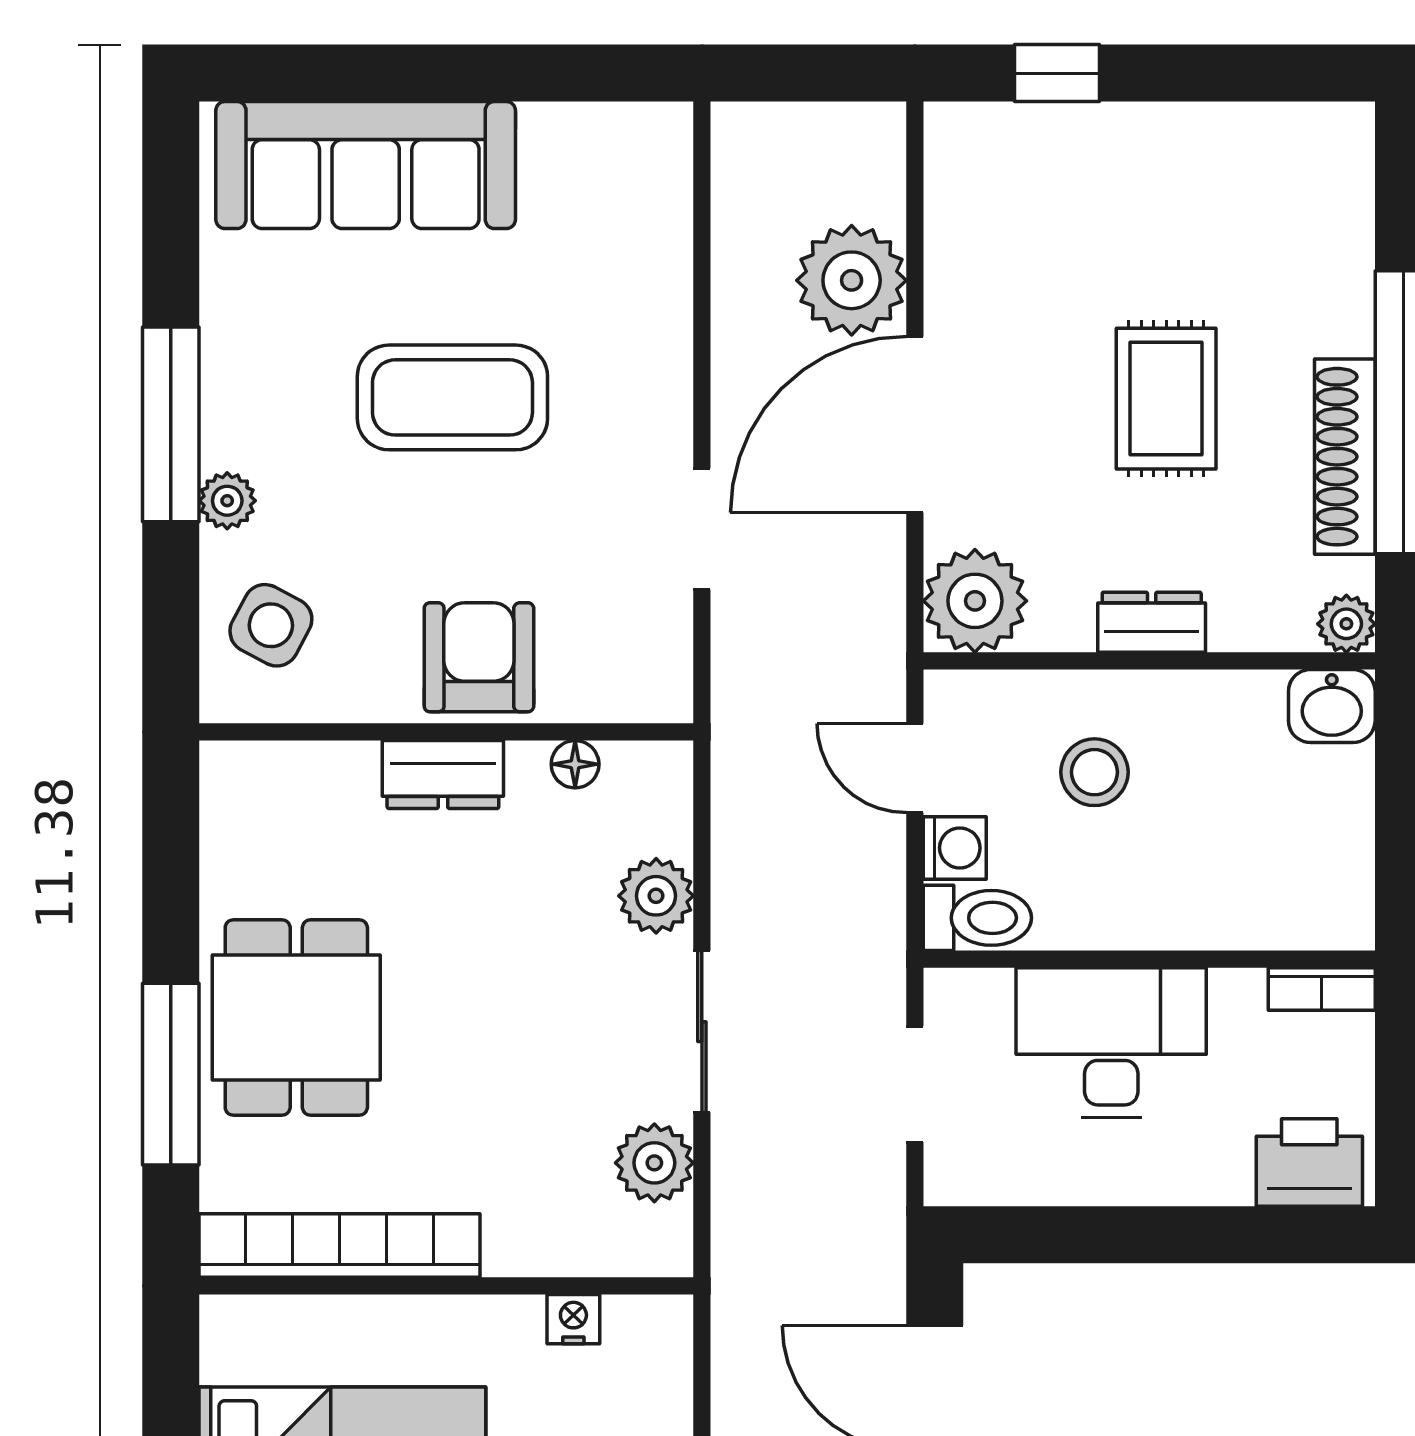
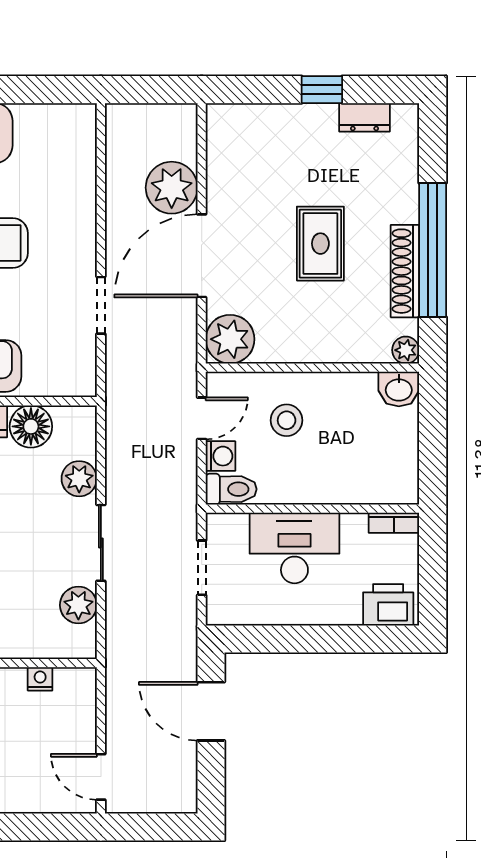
window: (1057, 73) -> (322, 90), moved
dresser: (1152, 622) -> (365, 117), moved, turned 180
floor lamp: (575, 764) -> (31, 426), width x1.89, depth x1.89
door: (915, 768) -> (202, 418), swing flipped

